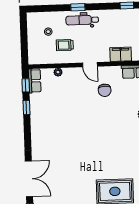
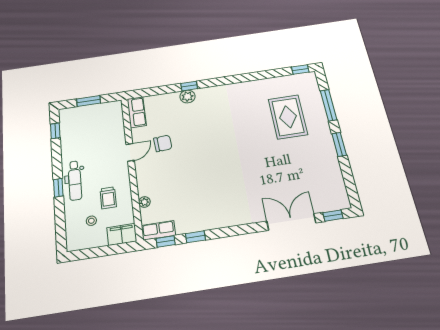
filing cabinet: (121, 54) -> (122, 234), moved, turned 90
door: (90, 65) -> (130, 152), moved

